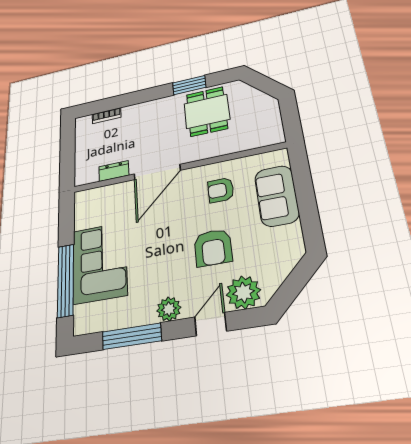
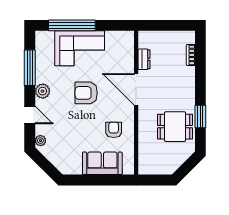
armchair: (213, 248) -> (86, 93), moved
plant: (243, 292) -> (40, 141), width x0.53, depth x0.53

